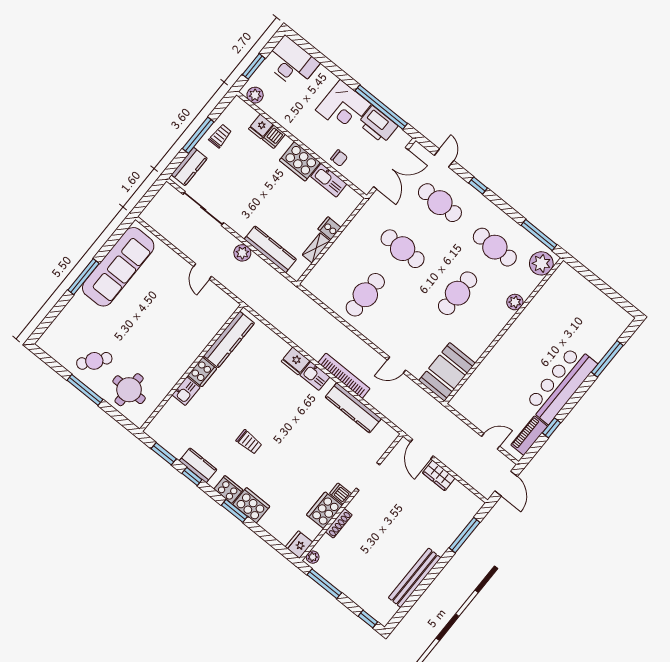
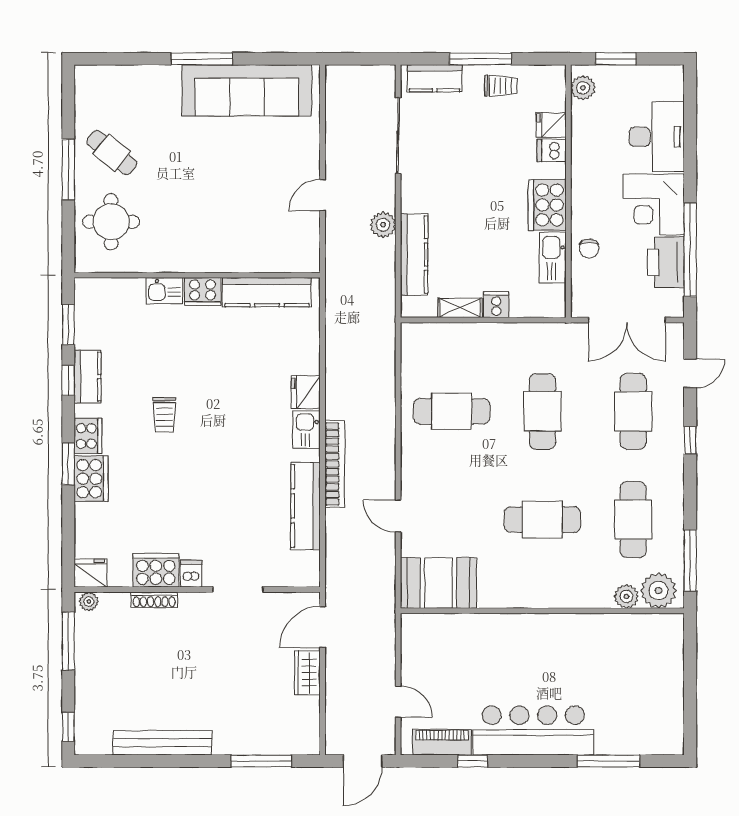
desk: (291, 63) -> (657, 137), moved
plant: (515, 302) -> (627, 596), moved

